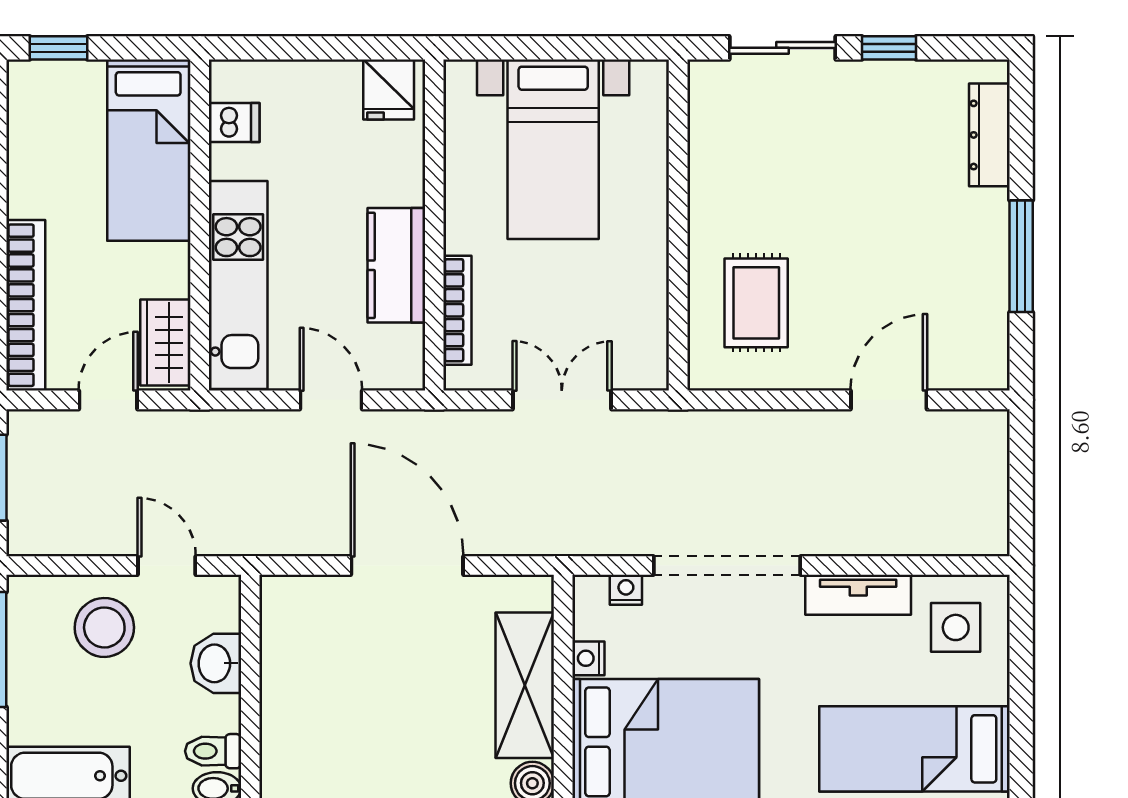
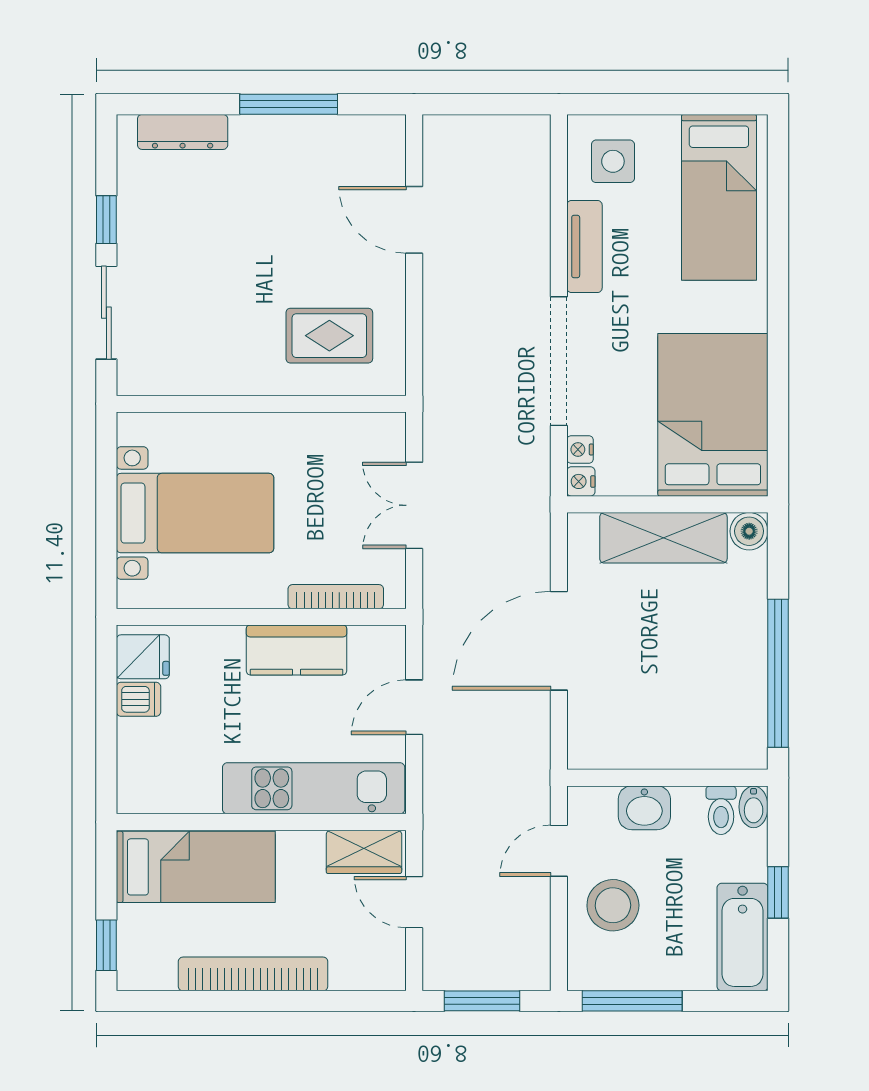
dishwasher: (234, 123) -> (139, 699), moved, turned 90
bookcase: (26, 305) -> (253, 974), moved
nightstand: (588, 658) -> (581, 481), moved, turned 90

